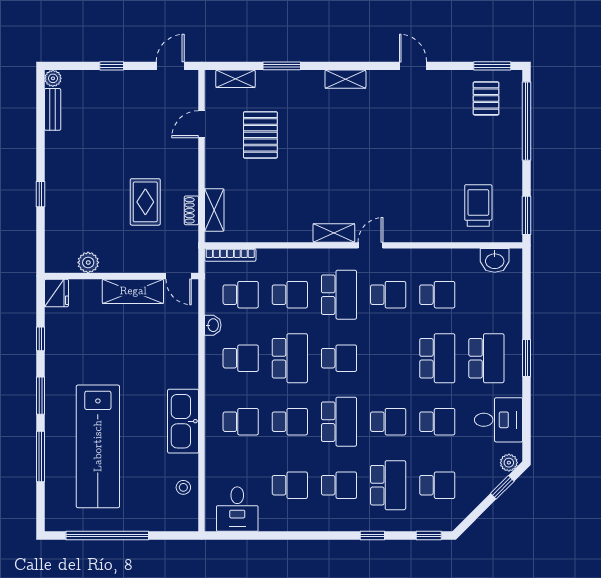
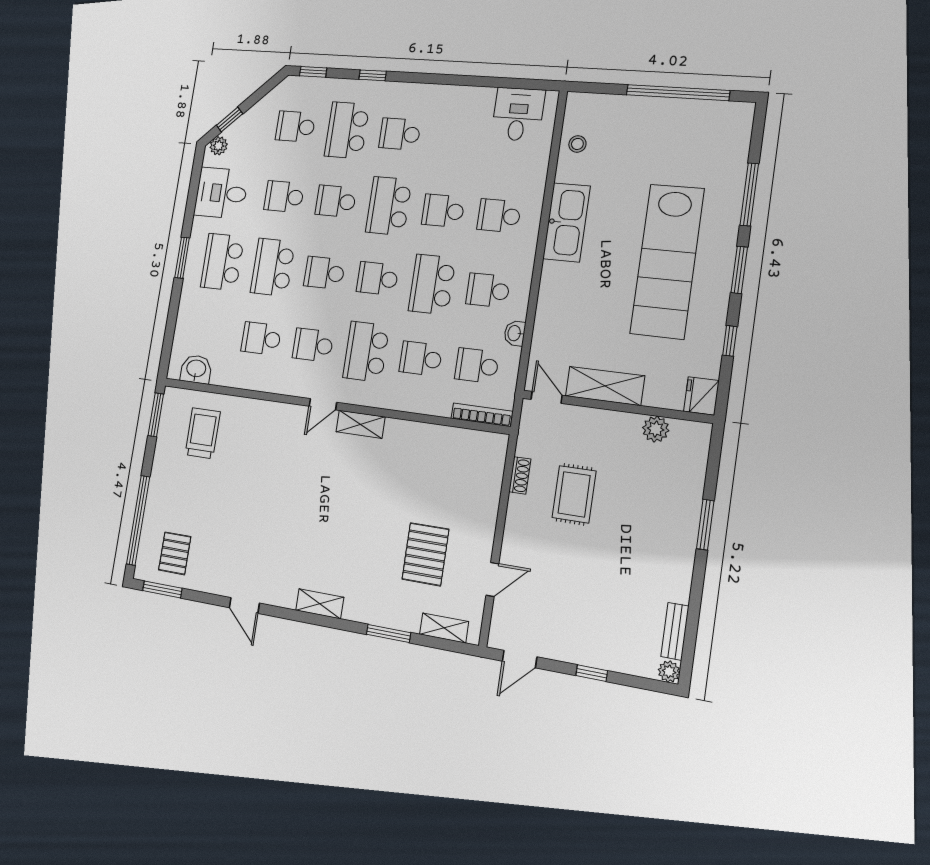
window: (40, 194) -> (705, 525), width x1.50
trolley: (478, 205) -> (203, 433), turned 180
shelving: (214, 210) -> (493, 472), removed
lab bench: (98, 446) -> (667, 261), moved, turned 180
school desk: (290, 485) -> (324, 273), moved

